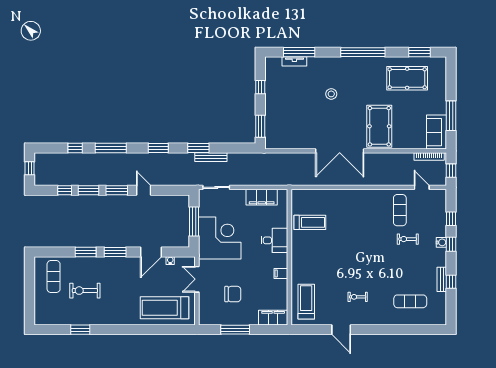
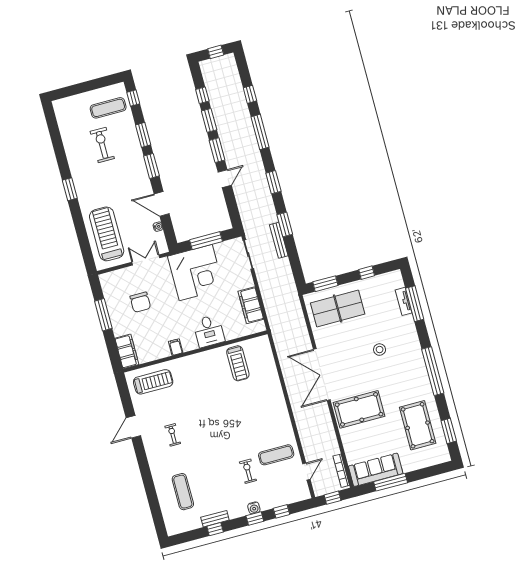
table tennis table: (285, 121) -> (338, 309), added
sofa: (437, 132) -> (376, 470), width x1.36
window: (51, 252) -> (133, 98), added
window: (80, 330) -> (70, 189), moved

